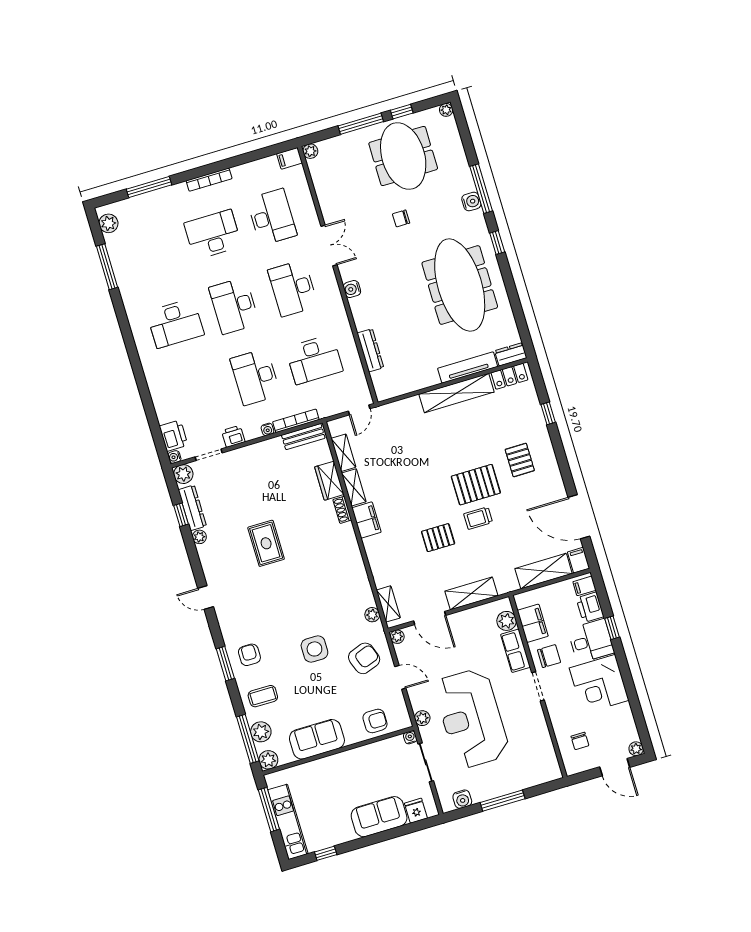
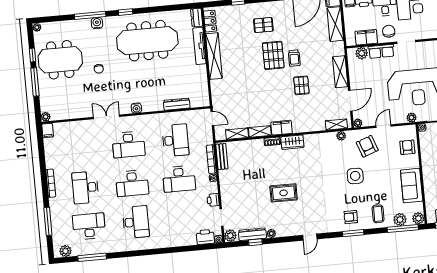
desk: (272, 217) -> (89, 226), moved
wardrobe: (329, 481) -> (292, 142), moved

